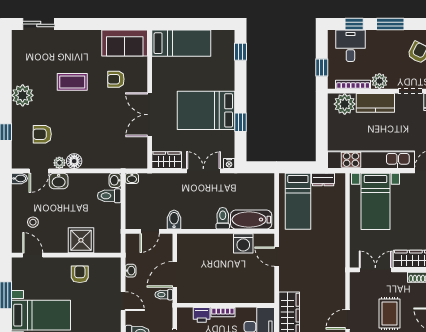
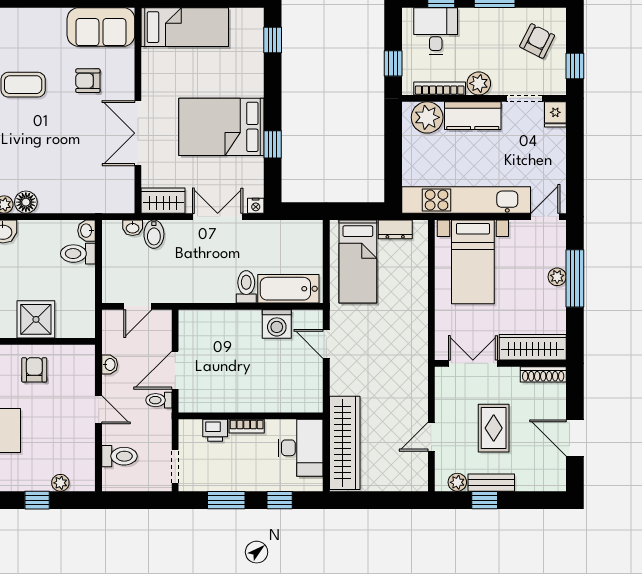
washbasin: (132, 178) -> (133, 228), moved
bidet: (174, 220) -> (154, 234), moved, turned 180

